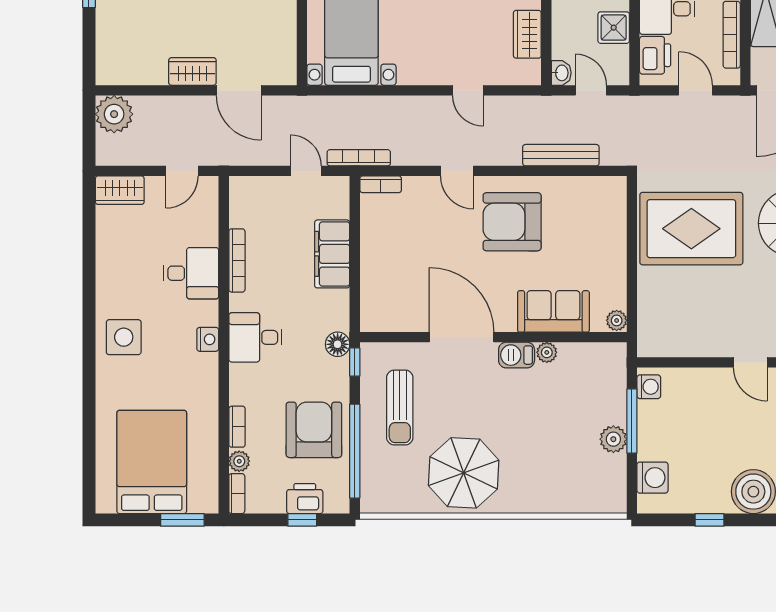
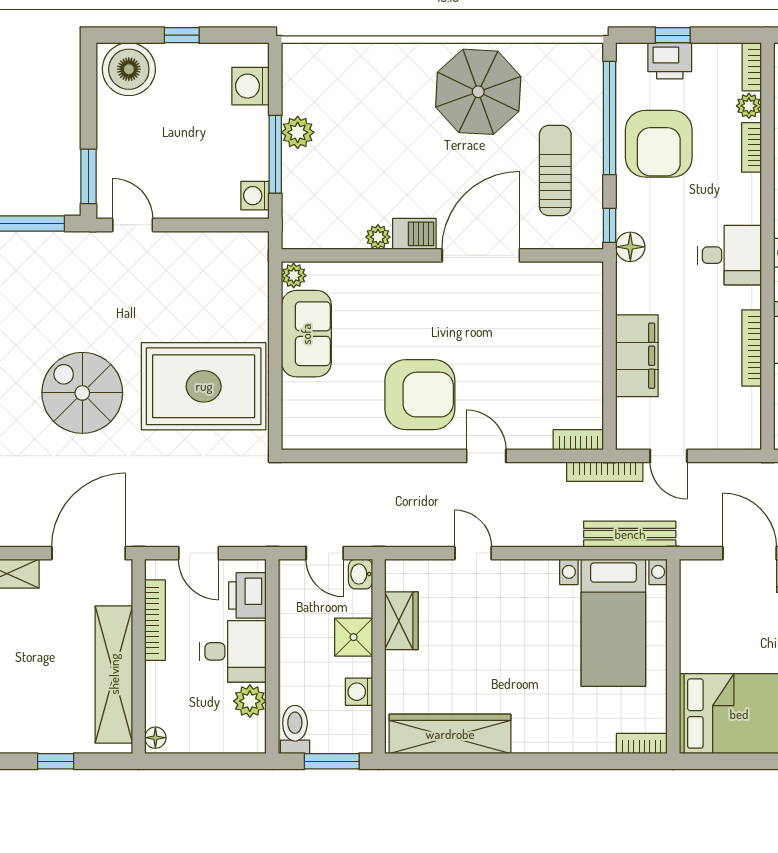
shower: (614, 28) -> (354, 637), moved
bench: (561, 155) -> (630, 534), moved
sofa: (553, 311) -> (306, 334), moved, turned -90
door: (462, 337) -> (481, 255), swing flipped

